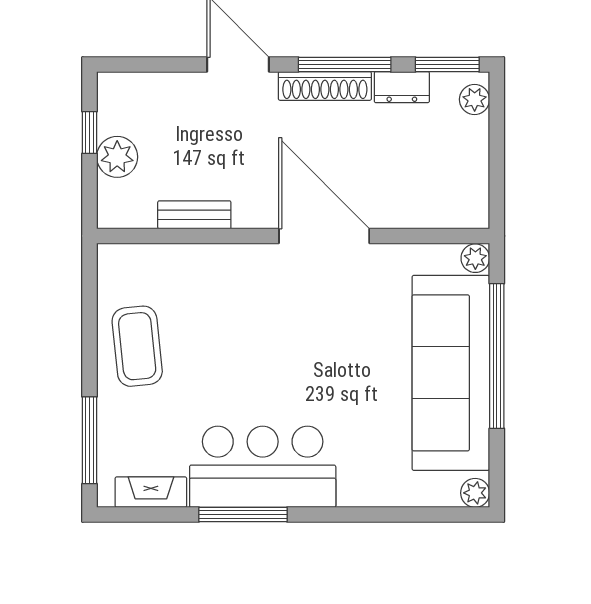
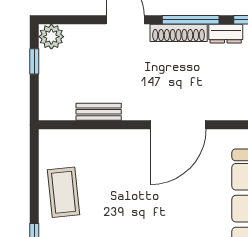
plant: (117, 157) -> (51, 37), moved
door: (324, 236) -> (178, 125), swing flipped

